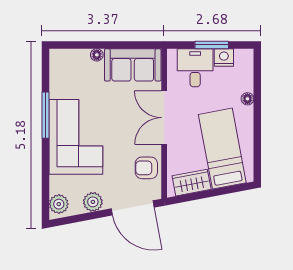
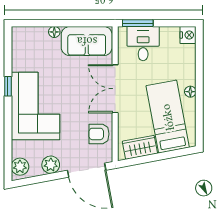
window: (212, 45) -> (138, 23), moved
nightstand: (224, 57) -> (188, 35), moved, turned 90
floor lamp: (247, 99) -> (190, 92), moved
window: (46, 115) -> (8, 86), width x0.46

